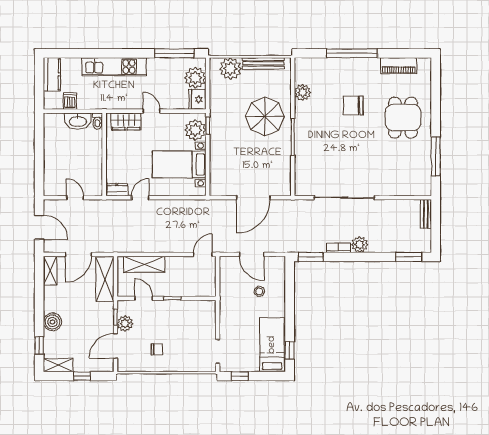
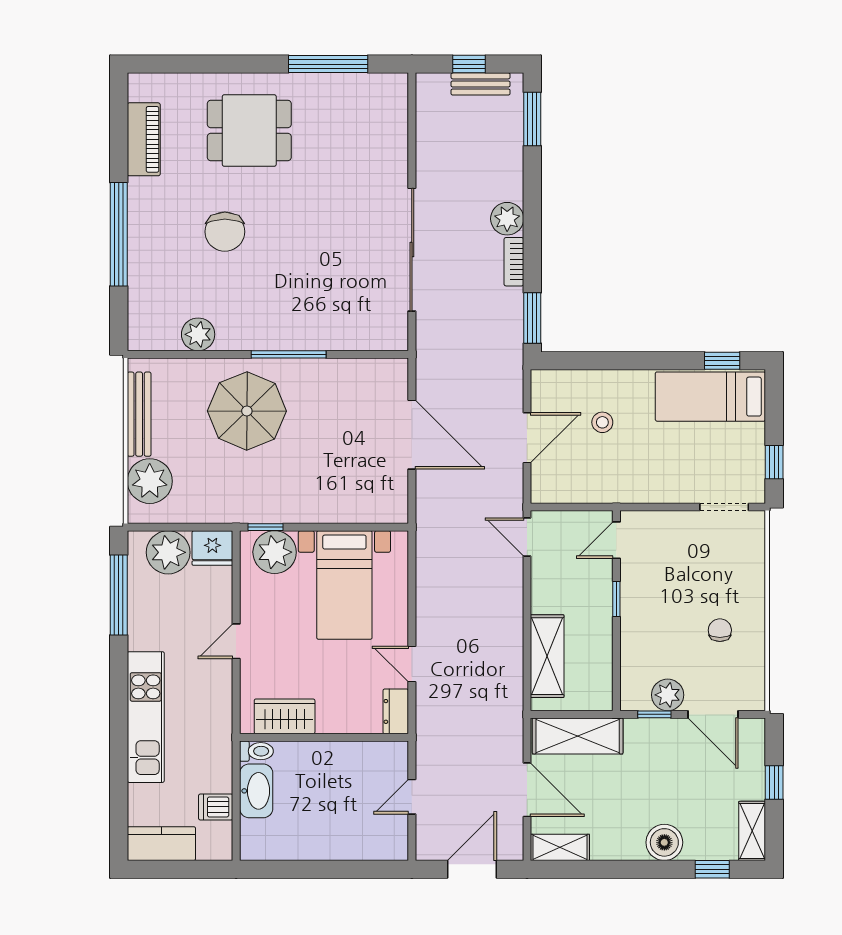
wardrobe: (126, 121) -> (285, 716), moved, turned -90
bench: (426, 214) -> (481, 84), moved
window: (436, 226) -> (469, 64), added
door: (144, 298) -> (616, 540), moved

